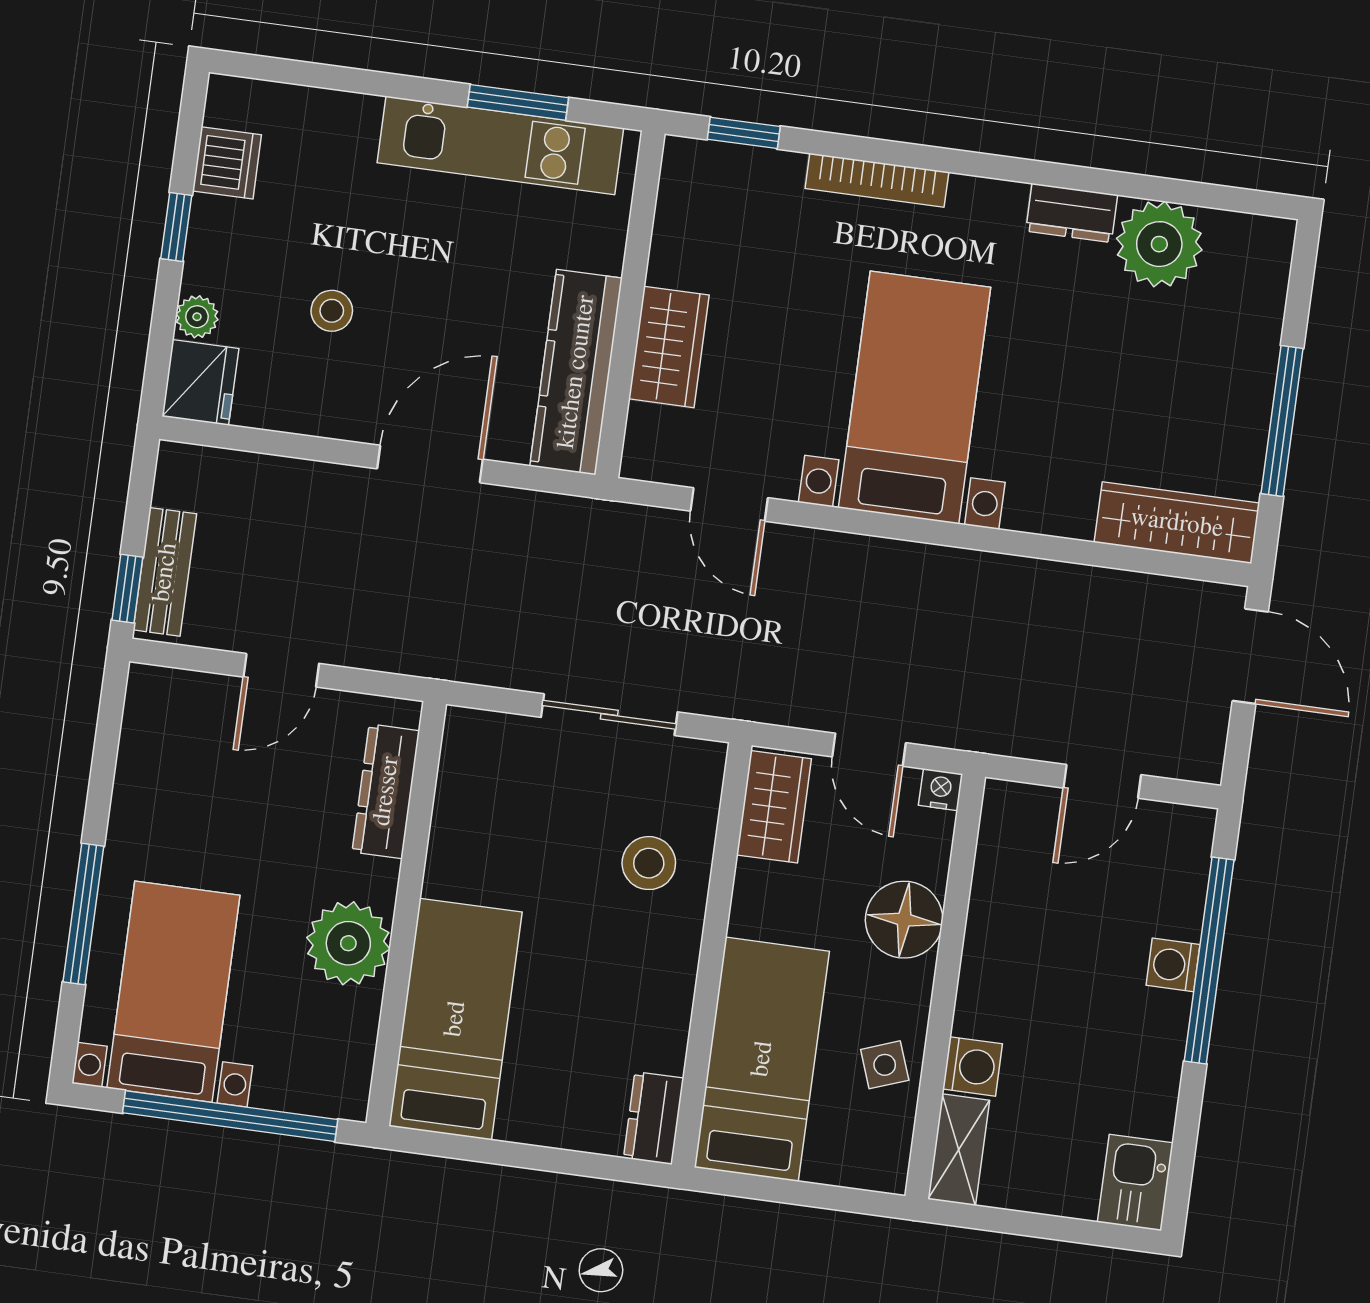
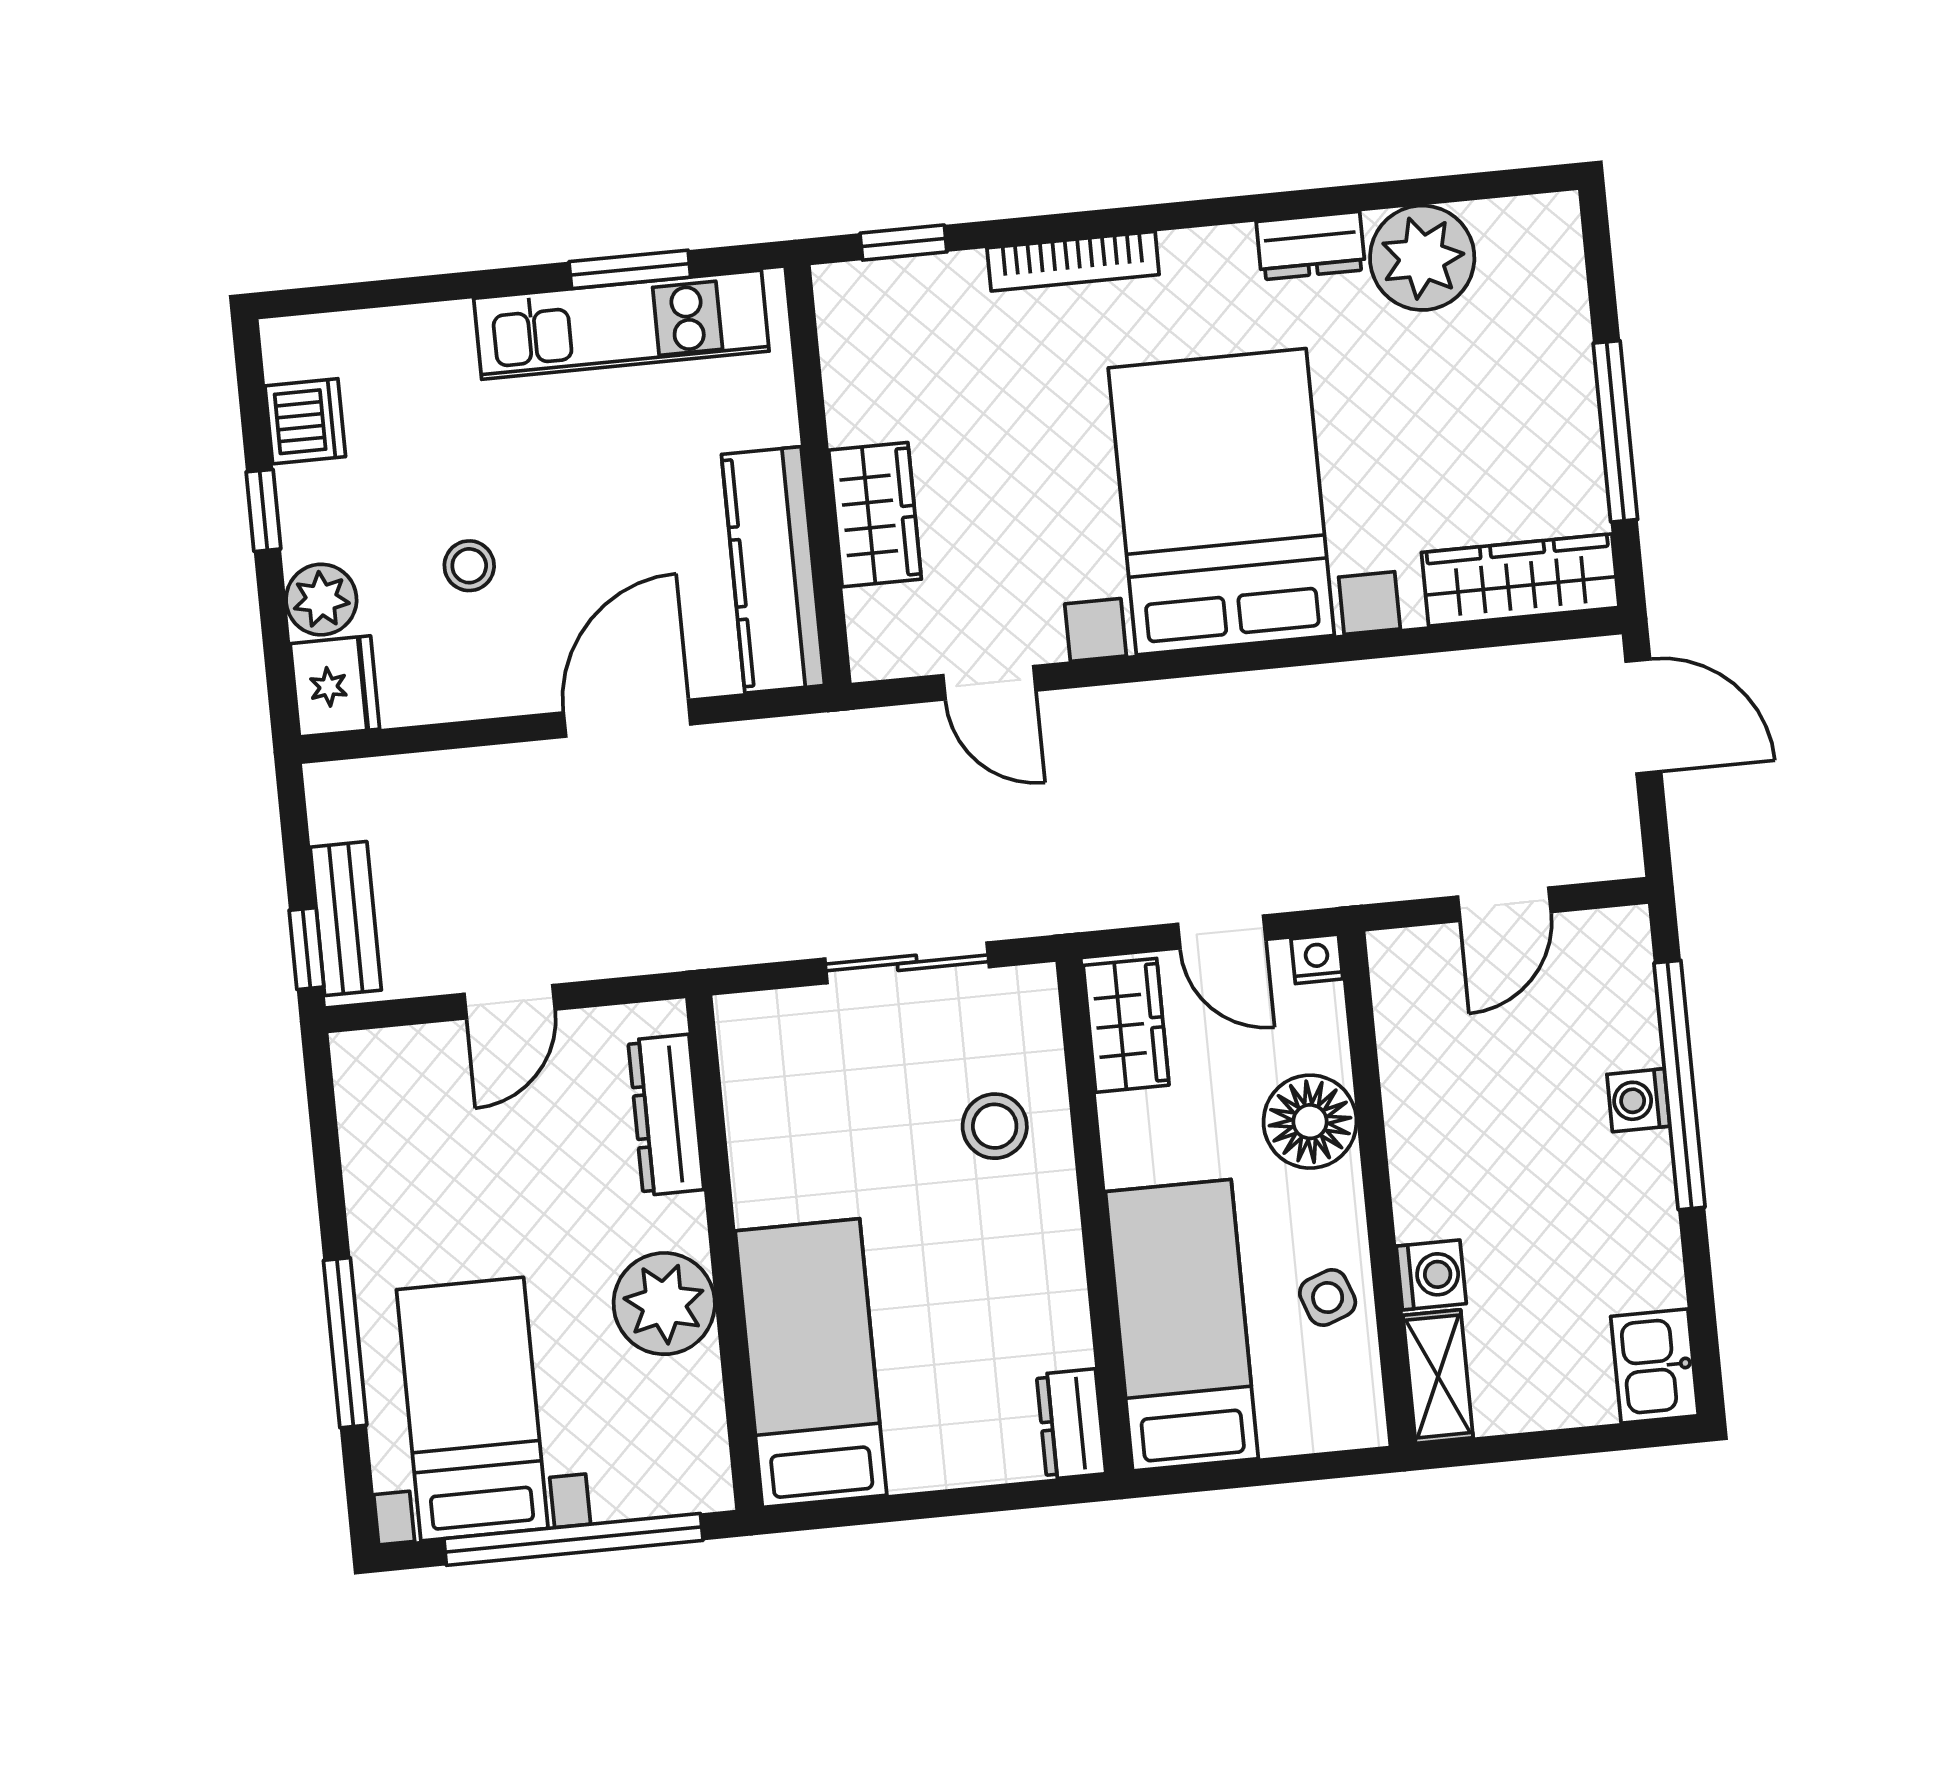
plant: (197, 317) -> (321, 600), width x1.38, depth x1.38
bed with nightstands: (915, 398) -> (1221, 502), width x1.36

